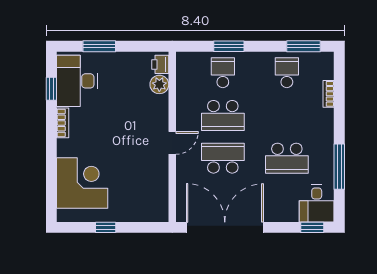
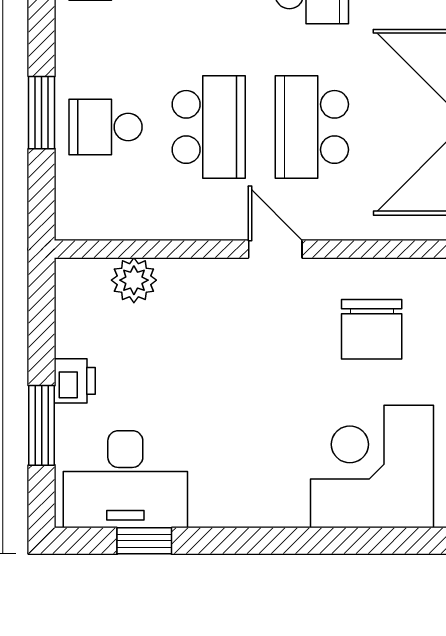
printer: (160, 64) -> (75, 381), moved, turned -90
bookcase: (63, 123) -> (227, 513), removed
chair: (139, 183) -> (372, 329), added

